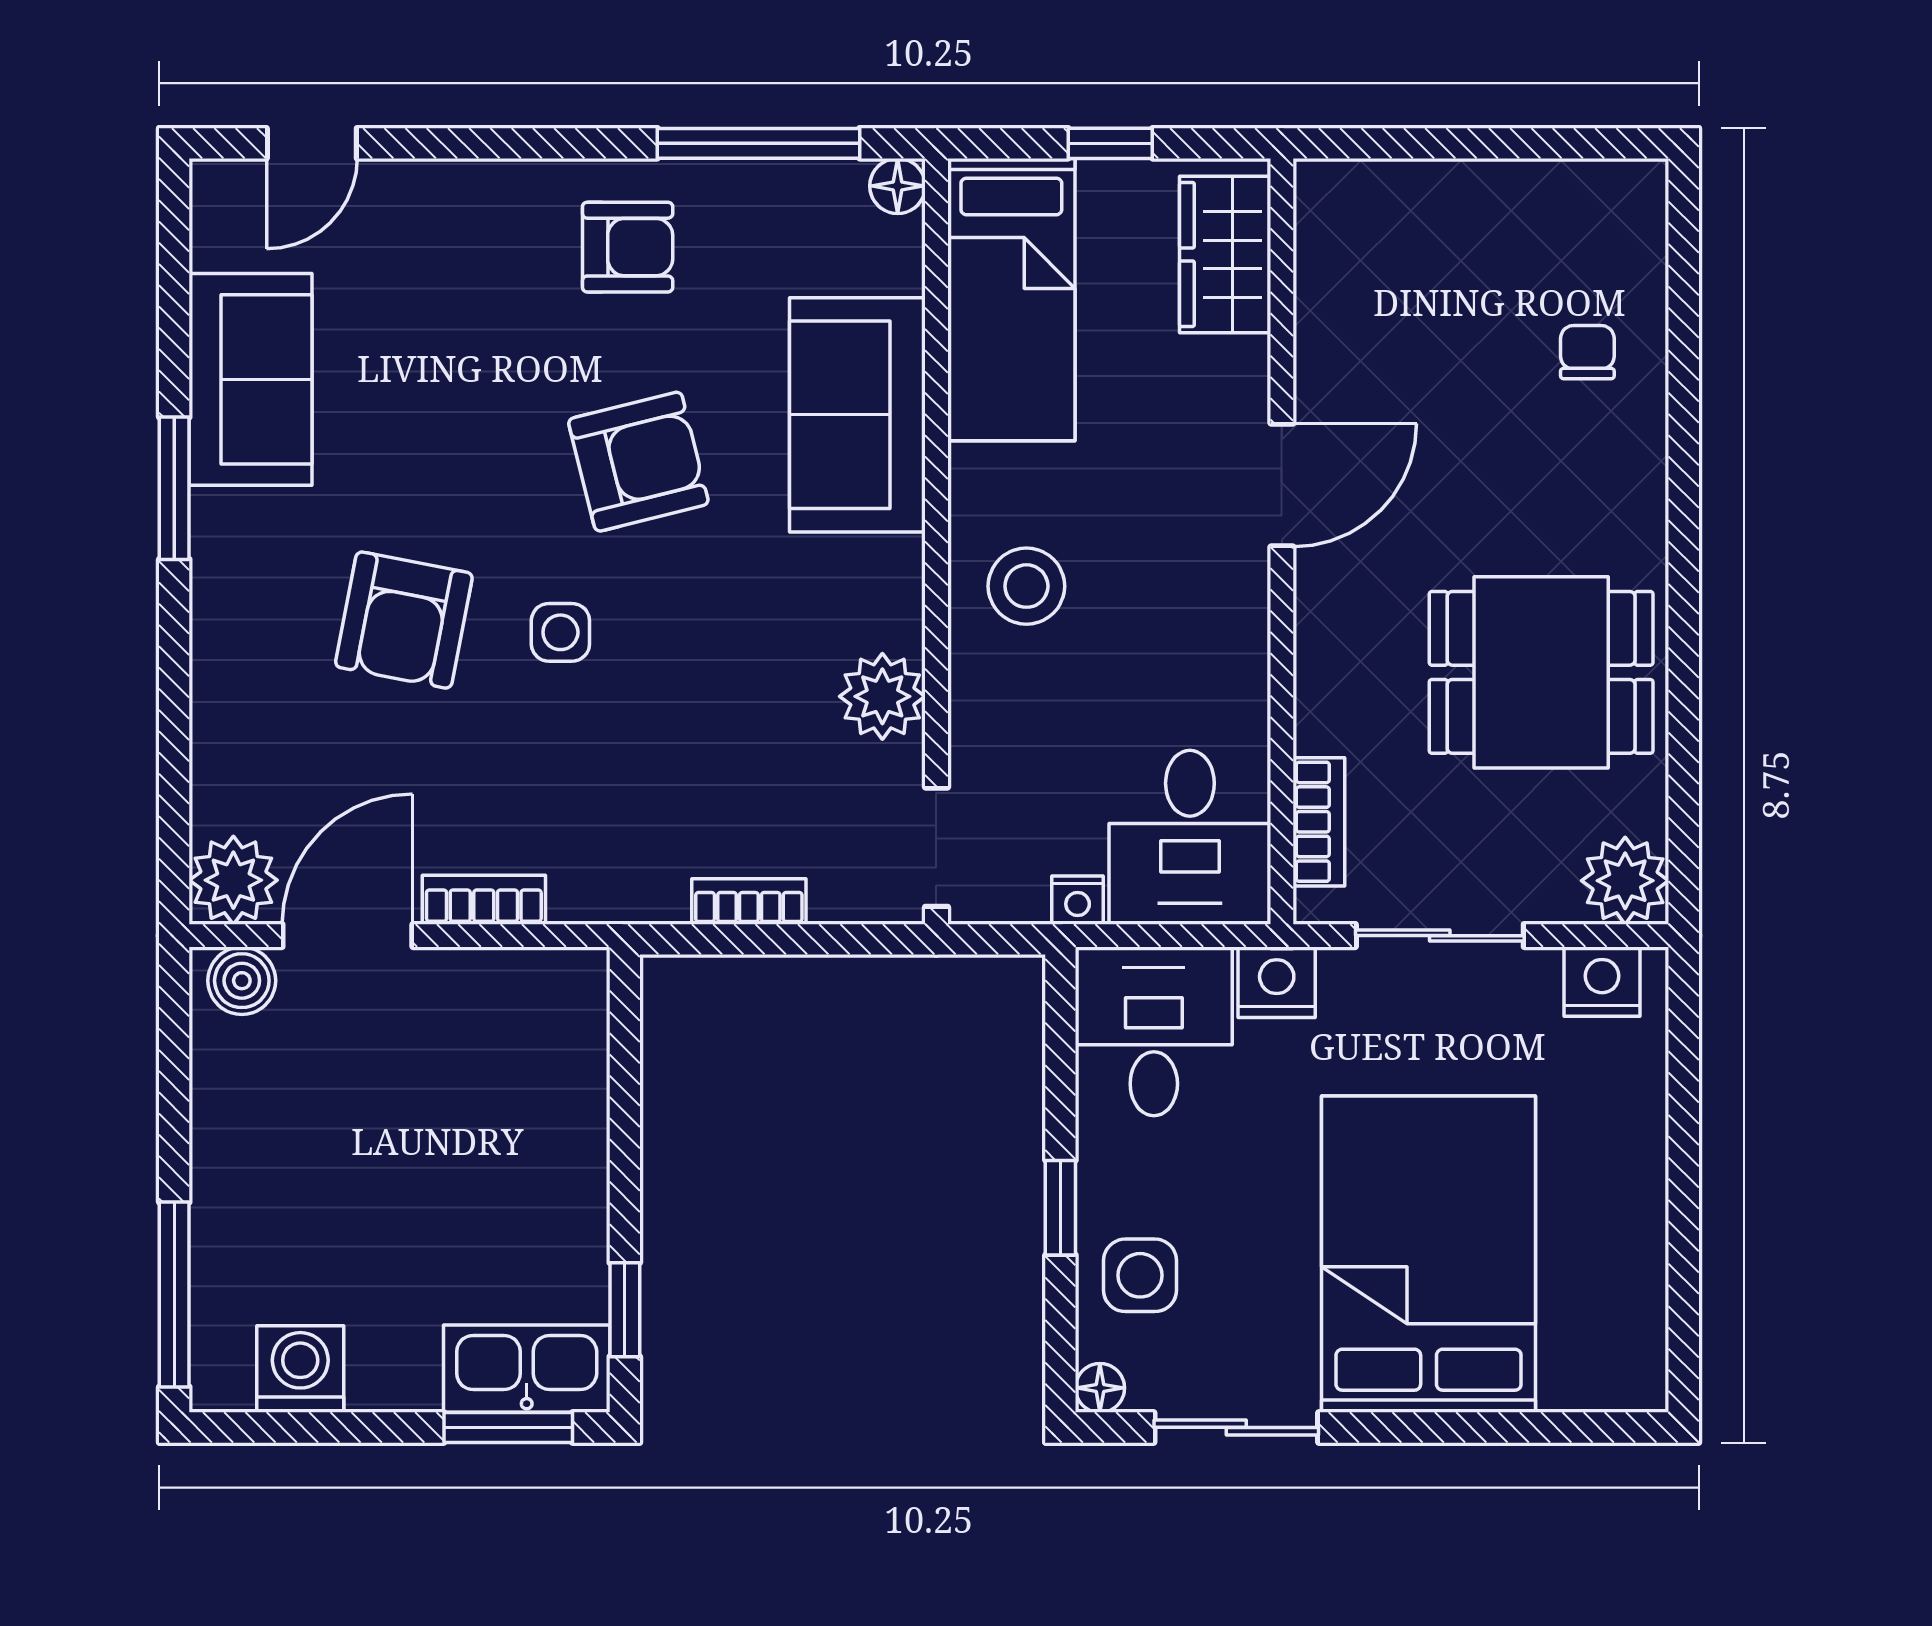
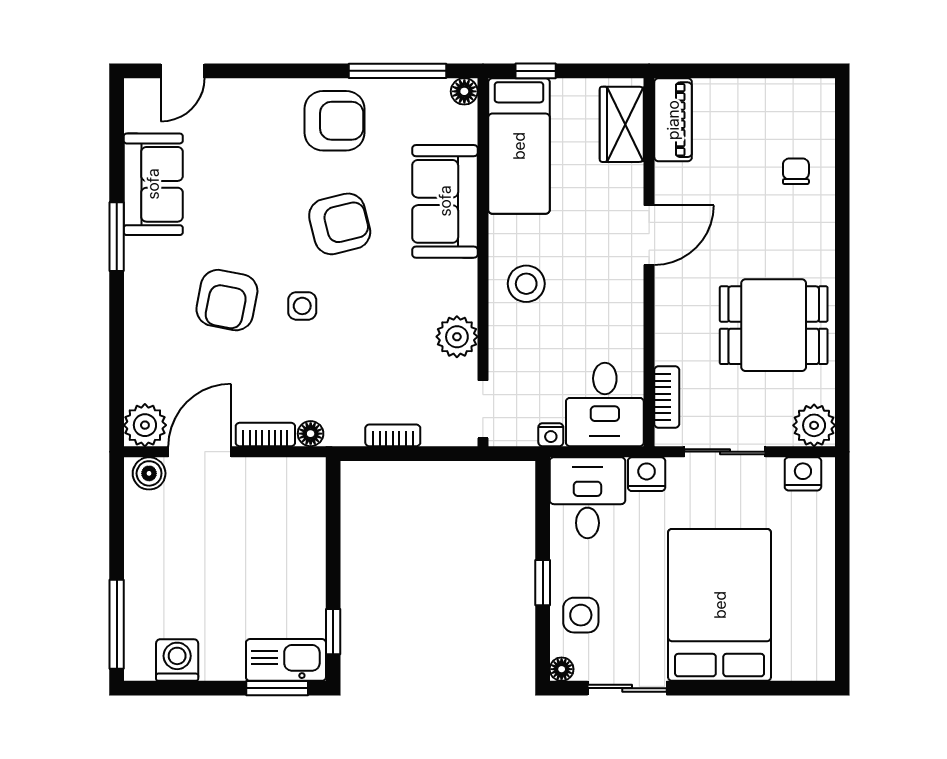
window: (1110, 143) -> (536, 71), moved
piano: (1332, 245) -> (673, 120), added
armchair: (628, 247) -> (334, 121), width x1.38, depth x1.38
floor lamp: (578, 898) -> (311, 434), added

